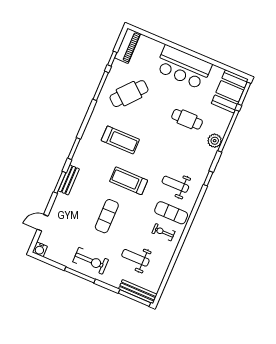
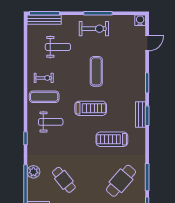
cafe table: (187, 119) -> (64, 180), turned 51
bench: (69, 180) -> (141, 115), moved
exercise bike: (91, 261) -> (94, 29), turned 180

